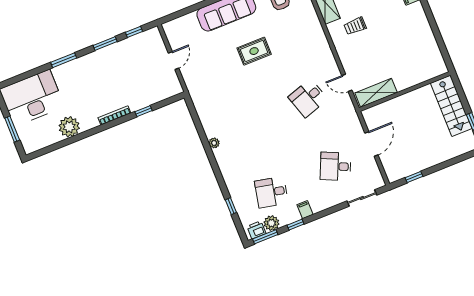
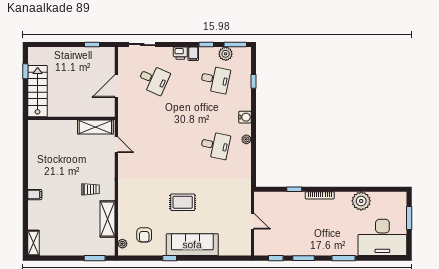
door: (174, 61) -> (253, 221), swing flipped
desk: (308, 98) -> (215, 145), moved, turned 30
water cooler: (225, 165) -> (245, 117), added
printer: (256, 230) -> (180, 53), moved

